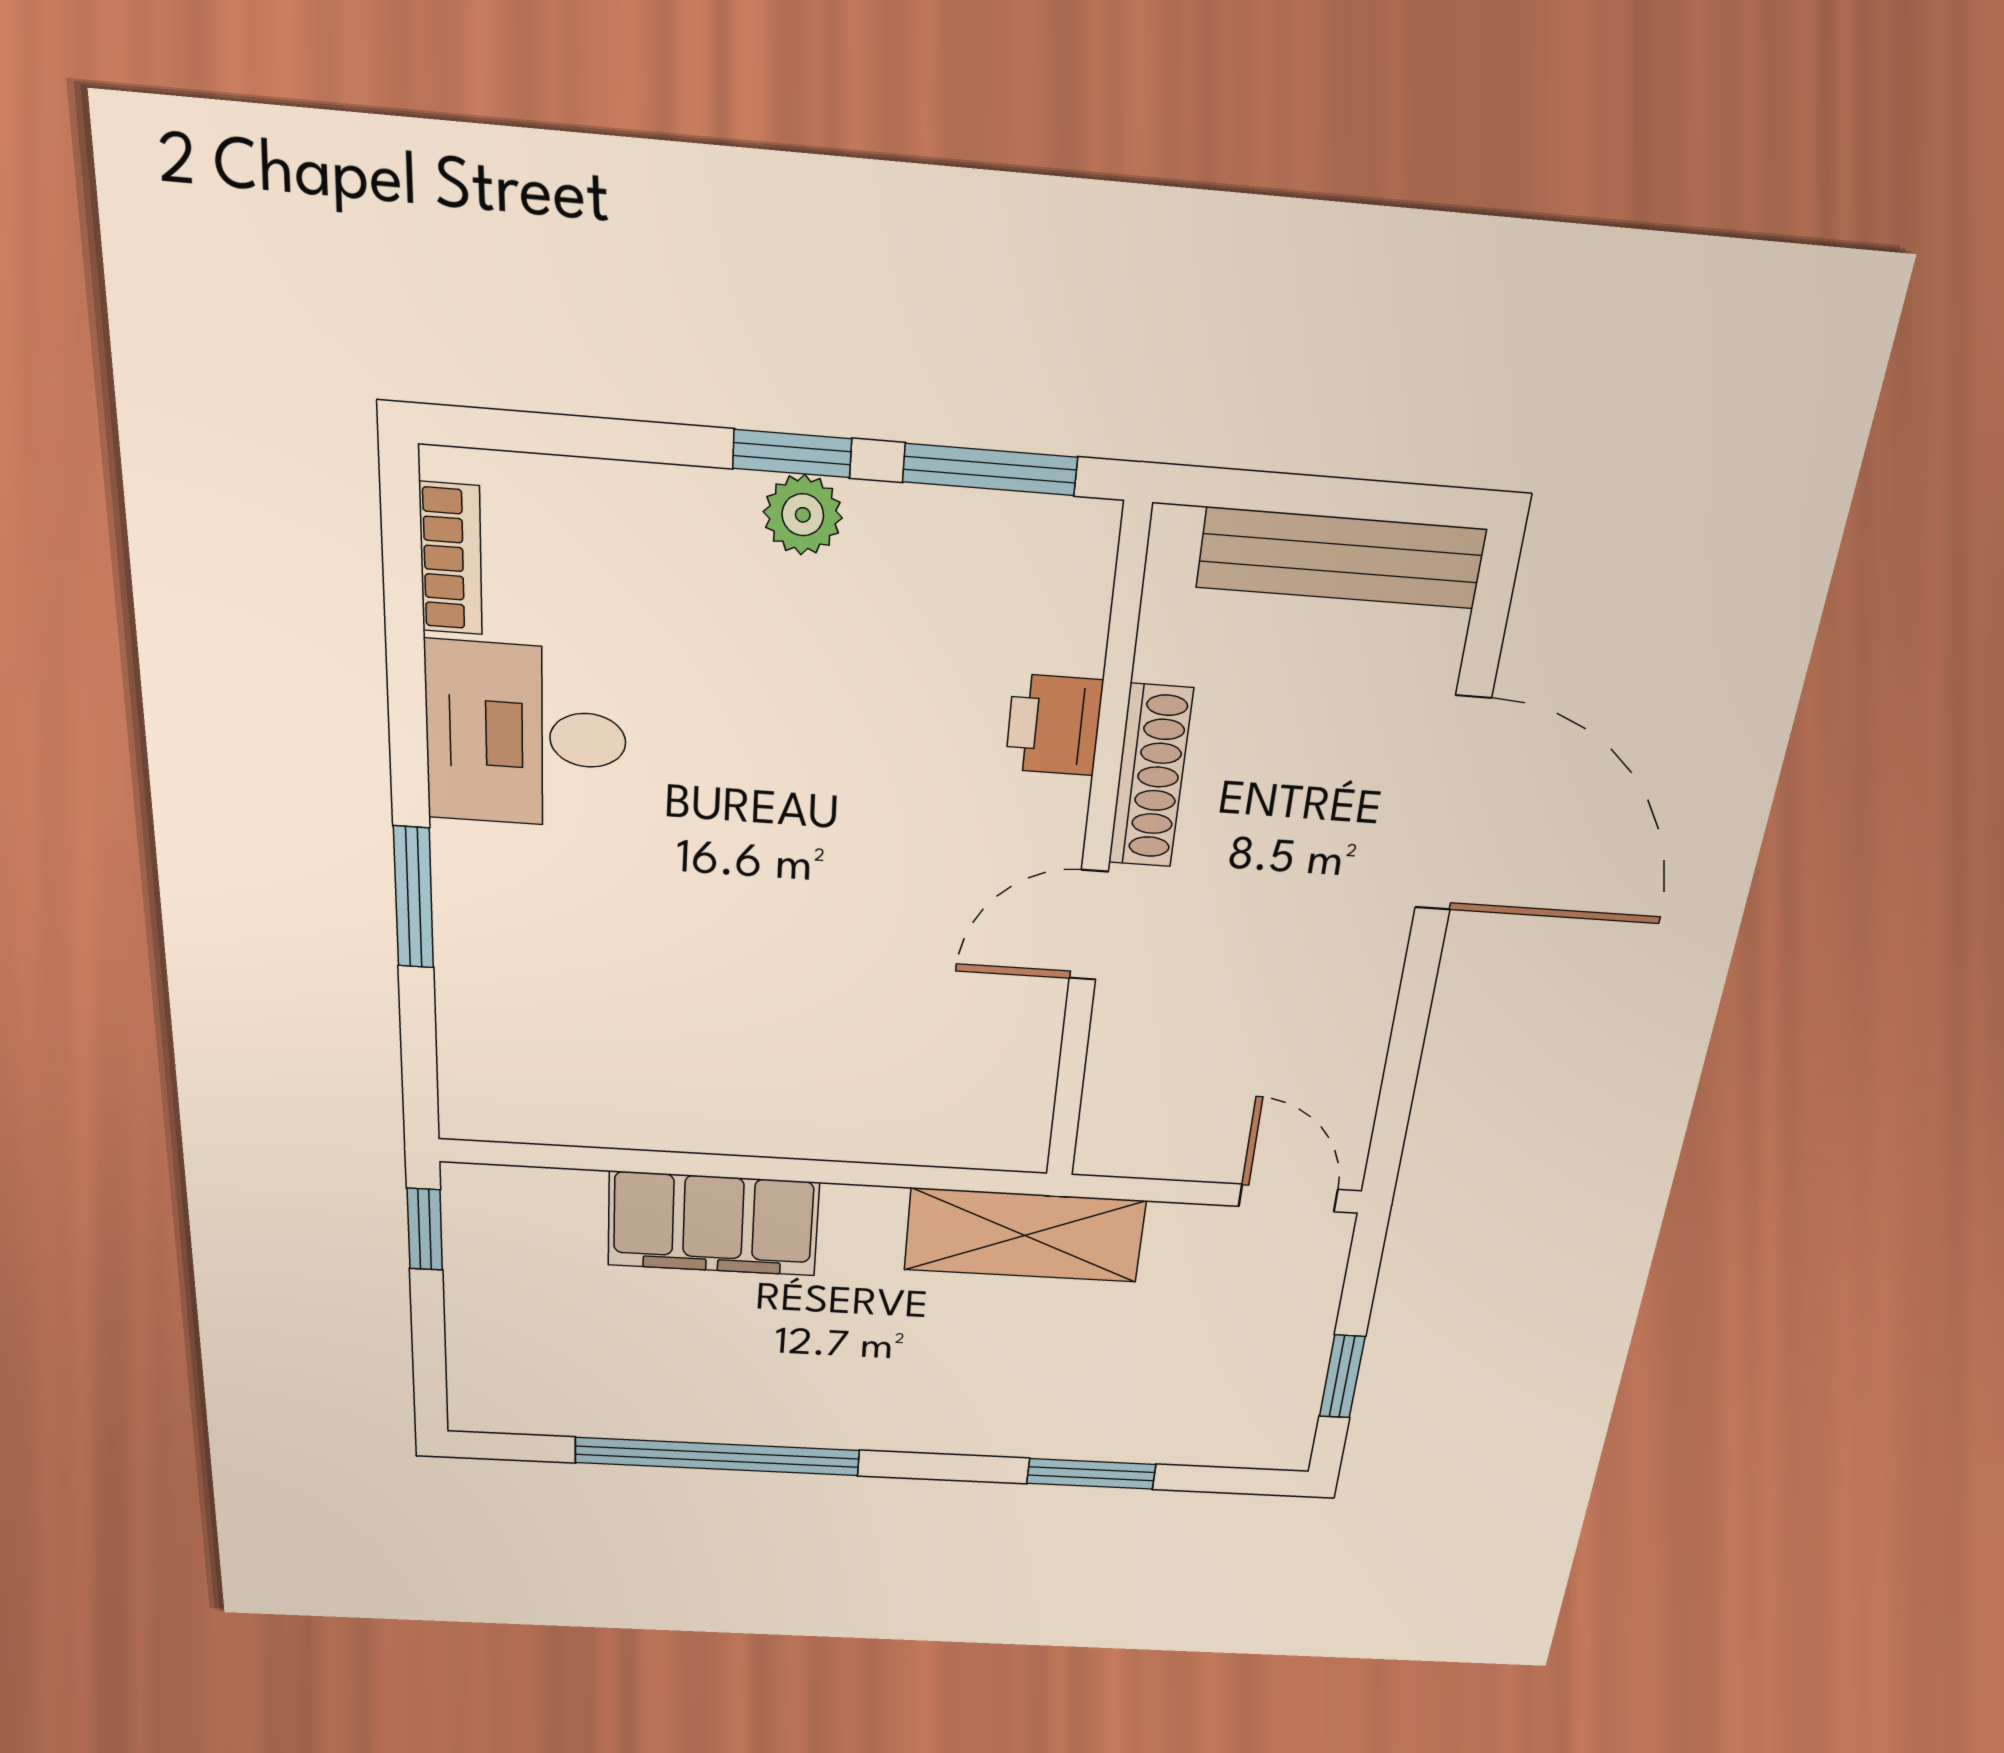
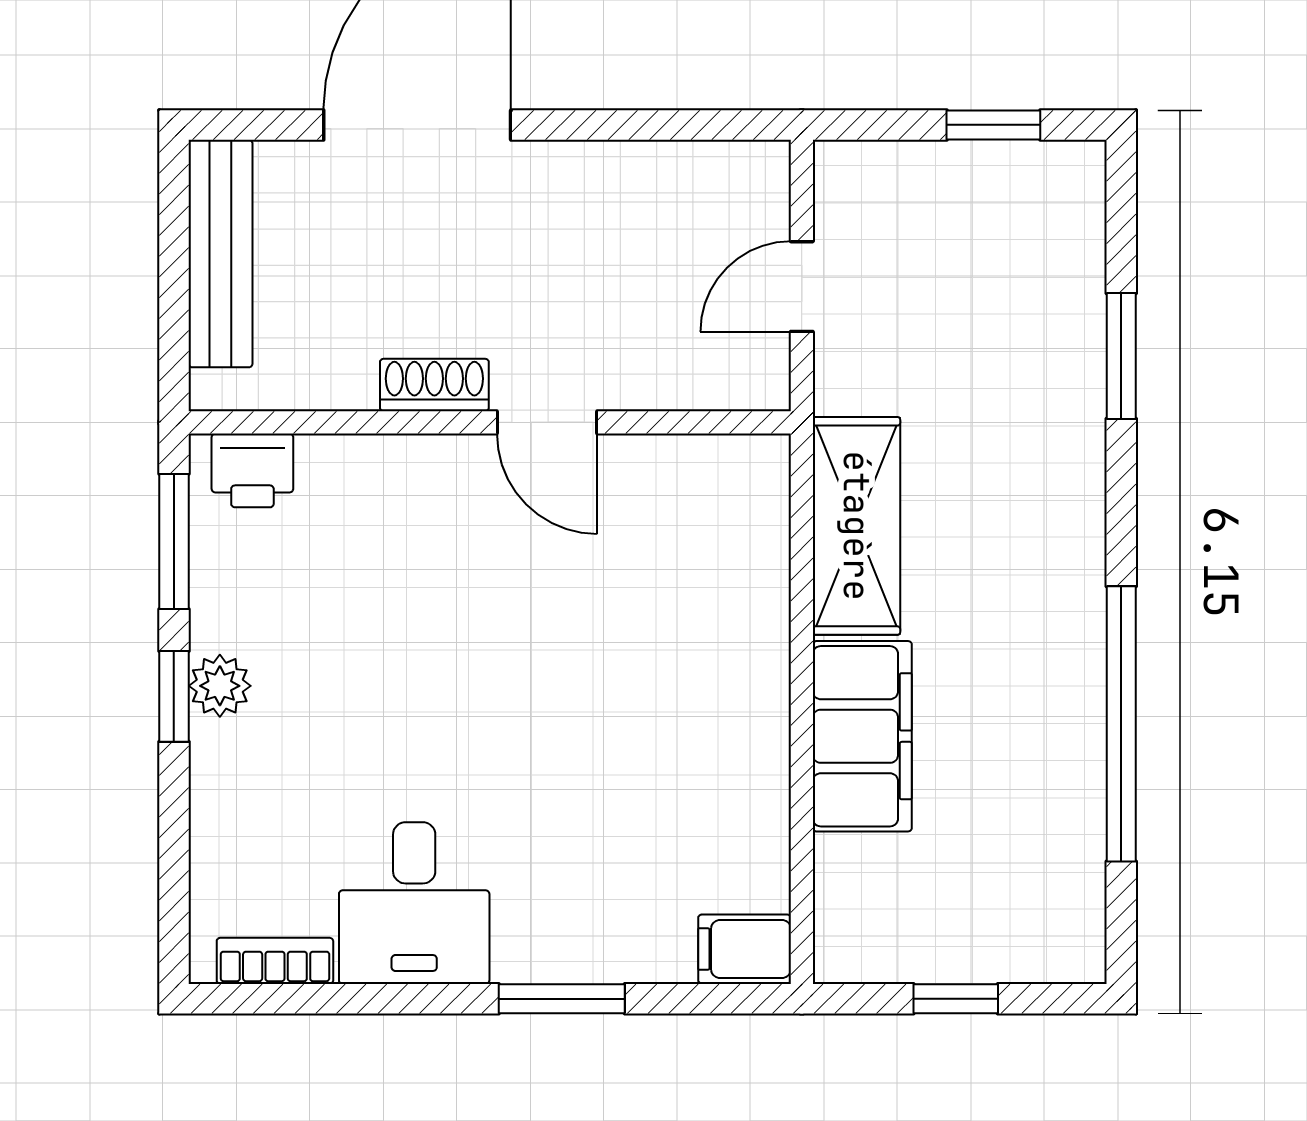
printer: (1054, 725) -> (252, 470), moved
shoe rack: (1151, 776) -> (434, 385), width x0.70
filing cabinet: (477, 1095) -> (745, 949), added
door: (1288, 1198) -> (802, 287), moved
window: (425, 1229) -> (956, 999), moved
shelving: (1025, 1235) -> (856, 526), moved

